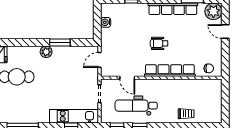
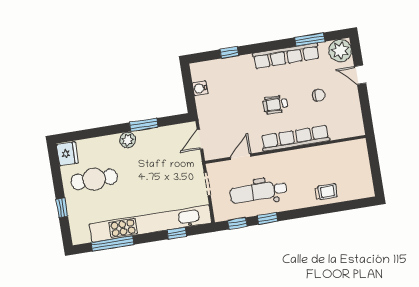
chair: (209, 68) -> (319, 95), moved
door: (127, 78) -> (241, 157), swing flipped
kitchen unit: (74, 116) -> (151, 223), width x1.86

